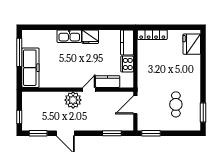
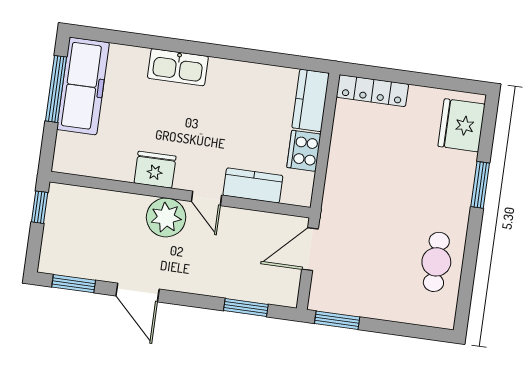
fridge: (90, 37) -> (155, 170), moved, turned 180
freezer: (30, 68) -> (83, 86), moved
door: (89, 90) -> (207, 198), swing flipped
cafe table: (176, 104) -> (436, 262), moved
window: (203, 113) -> (480, 185), moved
window: (19, 117) -> (40, 207), moved

